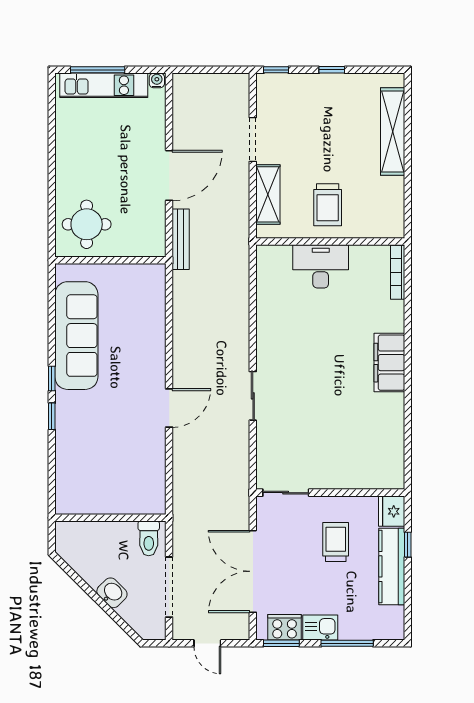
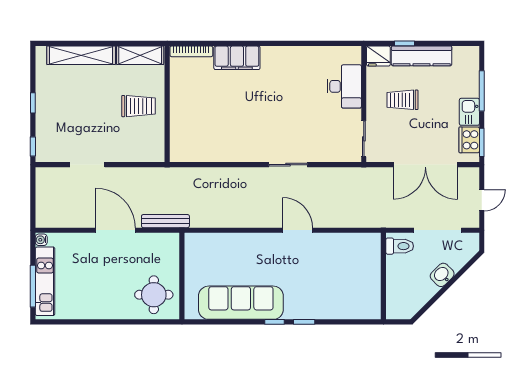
shelving: (268, 194) -> (140, 55), moved
desk: (321, 266) -> (344, 86), moved, turned 180
filing cabinet: (389, 363) -> (237, 58), moved

